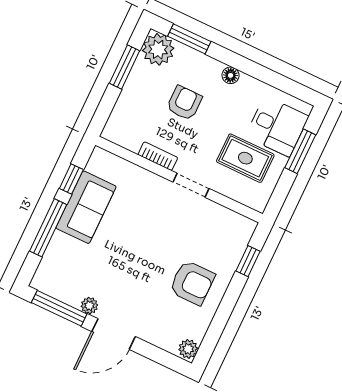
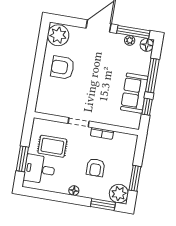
window: (248, 261) -> (34, 89), removed
floor lamp: (43, 281) -> (147, 45), added
plant: (89, 306) -> (130, 40), moved
plant: (188, 349) -> (58, 35), width x1.88, depth x1.88

